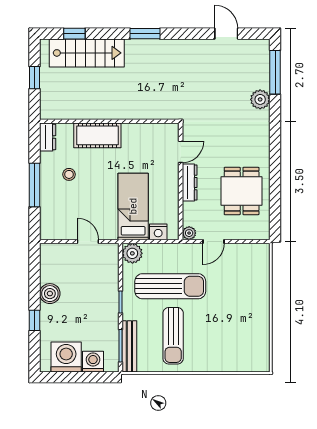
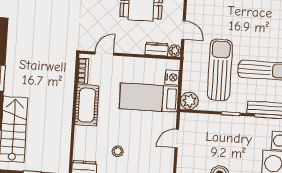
bookcase: (159, 129) -> (83, 71), added
cot: (97, 135) -> (87, 105), moved
door: (181, 152) -> (104, 54), hinge flipped
dresser: (190, 183) -> (157, 49), moved, width x0.70

